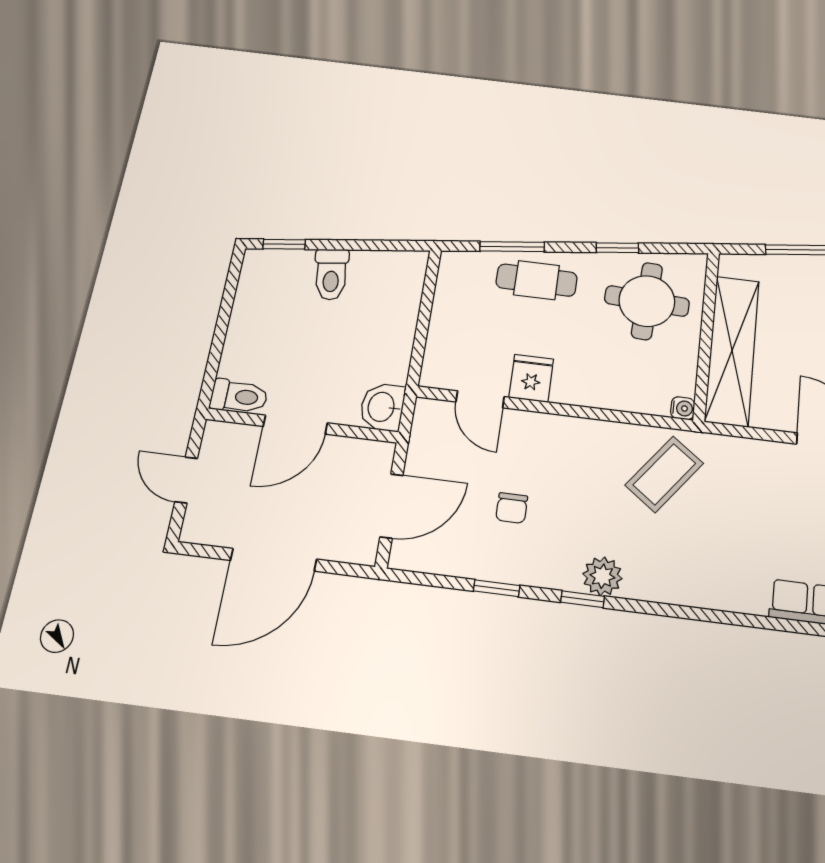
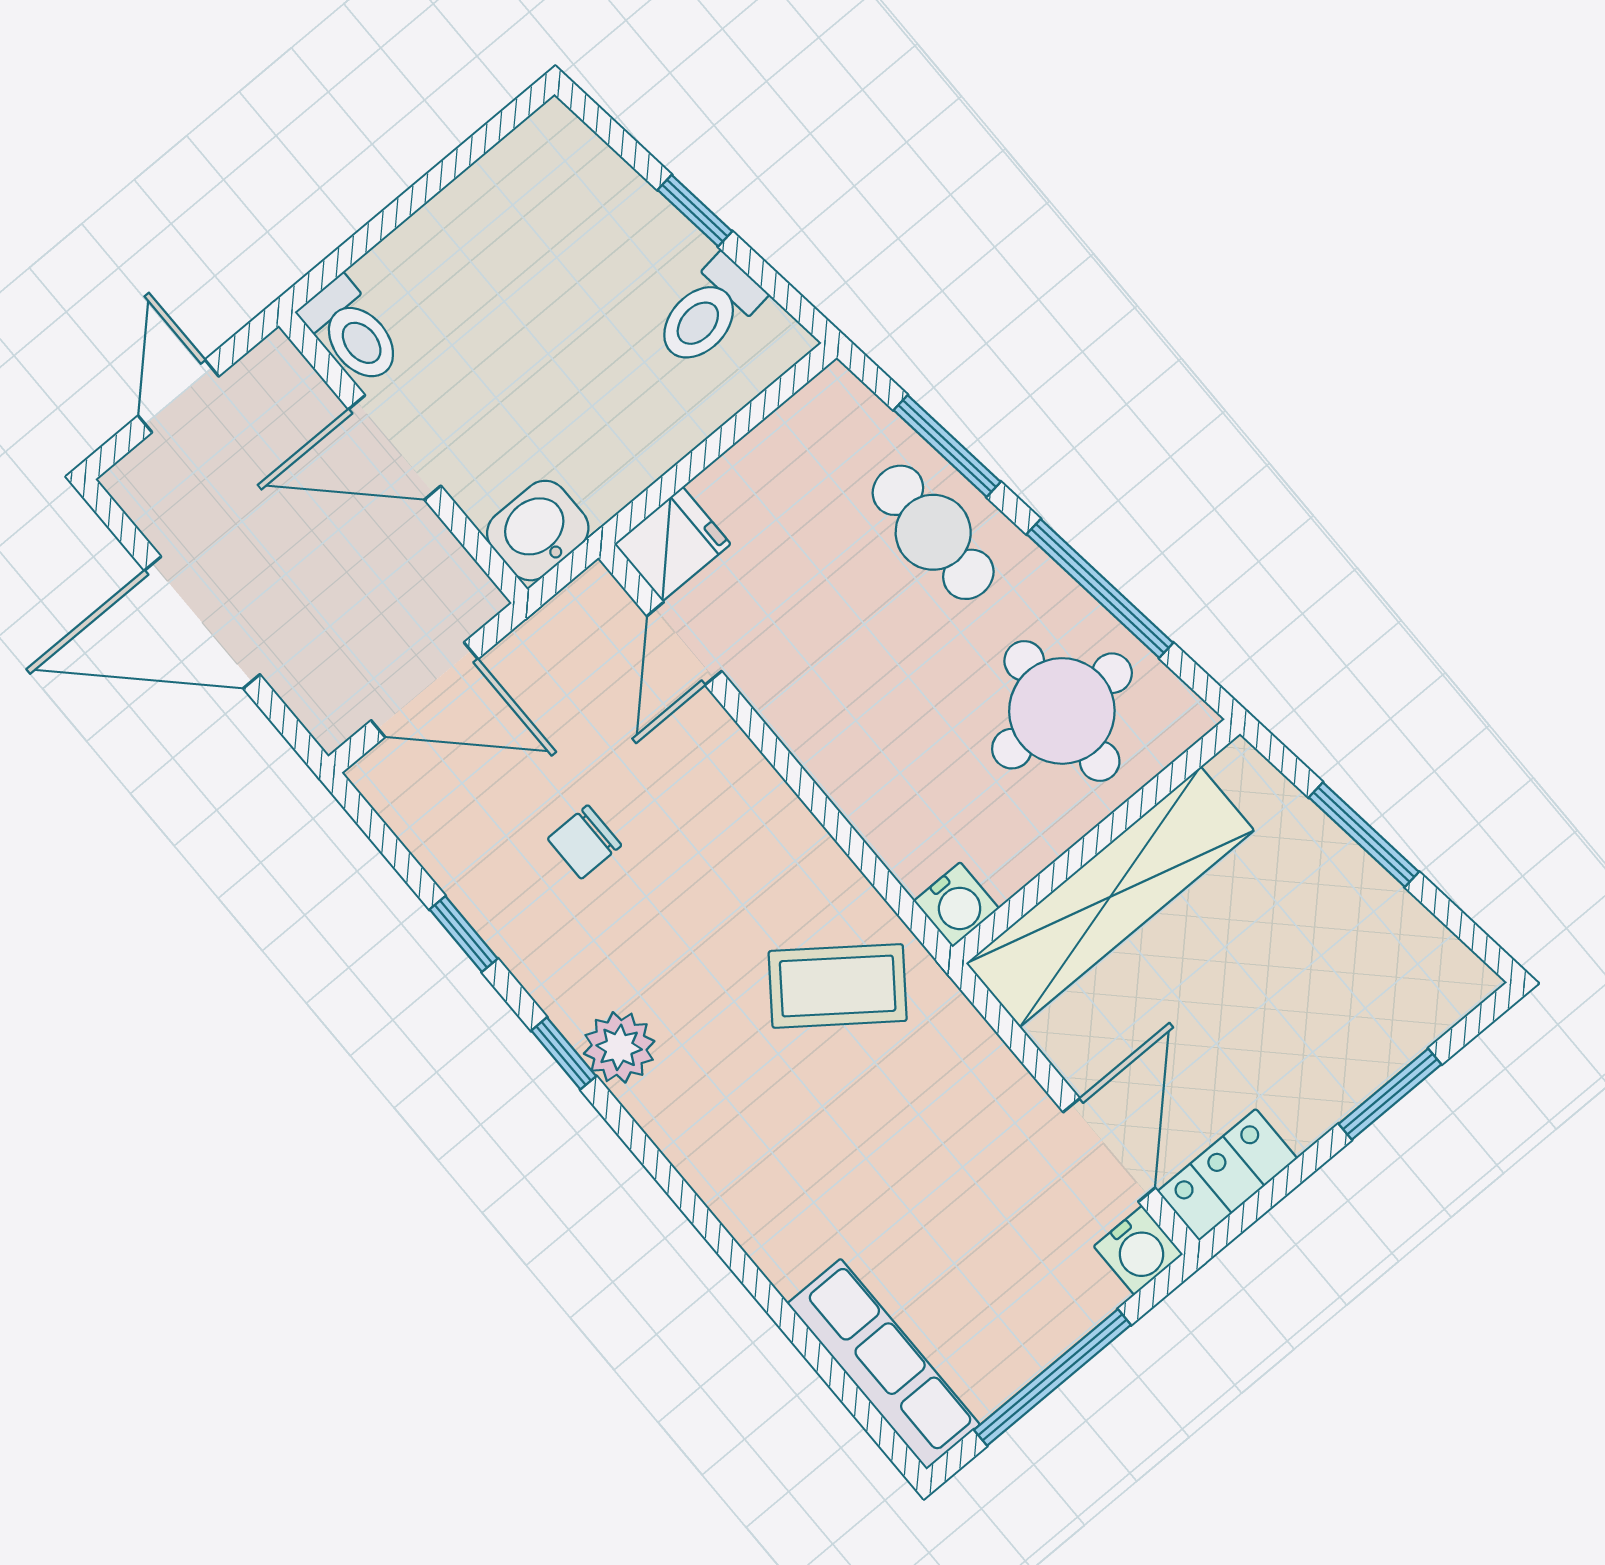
window: (284, 244) -> (695, 211), moved
window: (617, 248) -> (1100, 589), width x2.17
toilet: (331, 274) -> (708, 312), moved
fridge: (531, 378) -> (673, 544), moved
water cooler: (683, 408) -> (956, 905), width x1.38, depth x1.38

